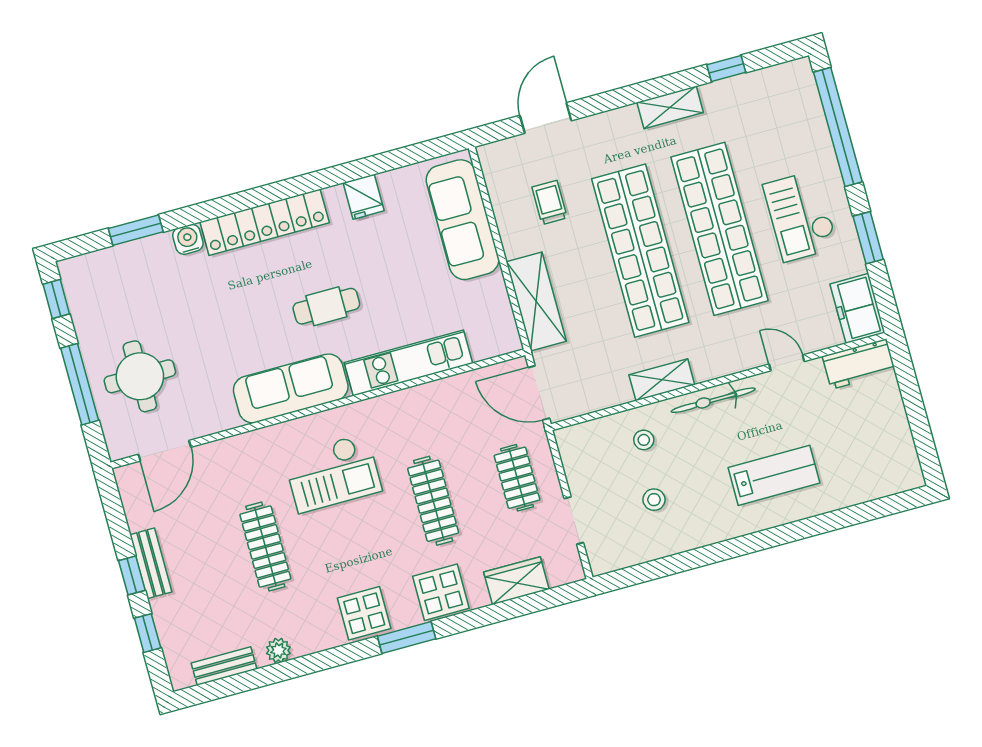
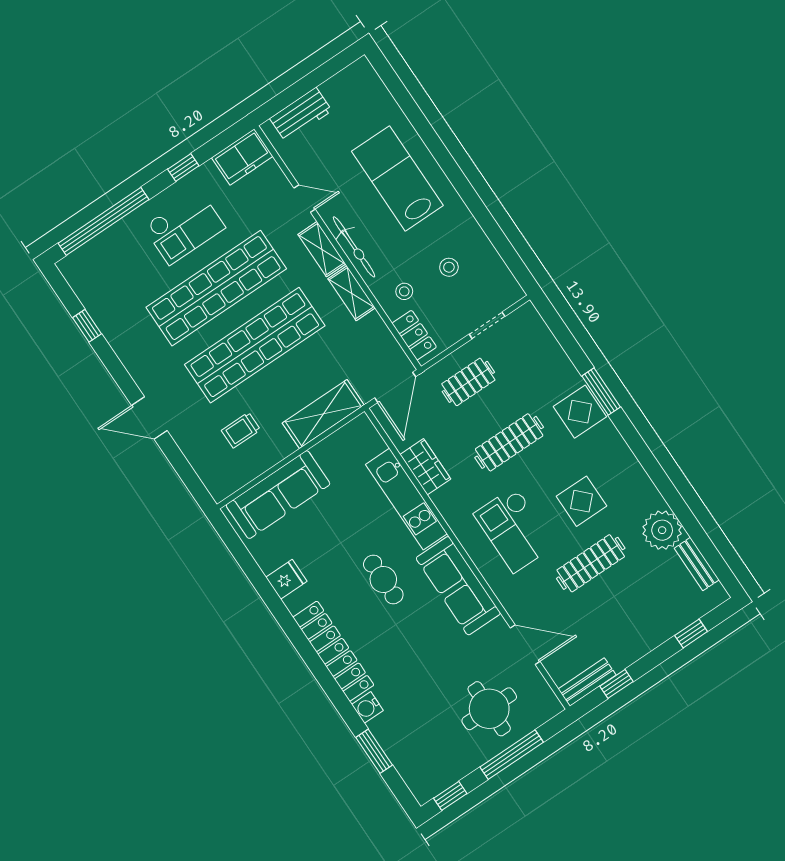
shelving: (670, 107) -> (322, 249), moved
door: (546, 118) -> (149, 418), moved
window: (868, 238) -> (183, 167), width x0.67
door: (787, 363) -> (305, 199), swing flipped
workbench: (859, 364) -> (301, 115), moved, turned 90
locker: (590, 434) -> (414, 335), added
door: (165, 451) -> (525, 645), moved
checkout: (333, 473) -> (514, 530), turned 180
lab bench: (774, 475) -> (397, 178), width x1.36, depth x1.39
bench: (151, 563) -> (587, 682), moved
window: (132, 575) -> (616, 684), moved
wardrobe: (516, 581) -> (425, 467), moved, turned 180
display table: (364, 613) -> (582, 501), moved
window: (407, 637) -> (601, 391), moved
plant: (278, 650) -> (662, 530), width x1.88, depth x1.88

